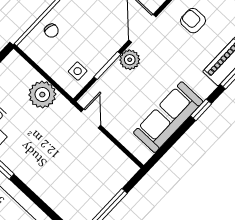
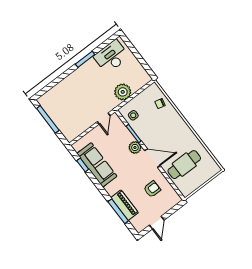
window: (201, 110) -> (83, 165), moved
door: (91, 118) -> (104, 119), hinge flipped

